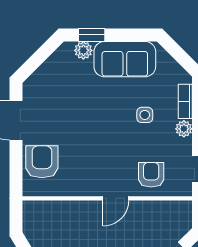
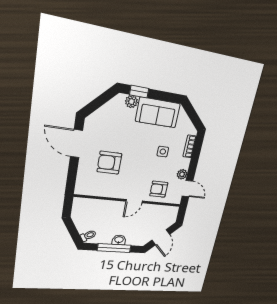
plant: (184, 129) -> (182, 174), moved
armchair: (42, 162) -> (109, 163), moved, turned -90
armchair: (151, 175) -> (159, 189), turned -90

